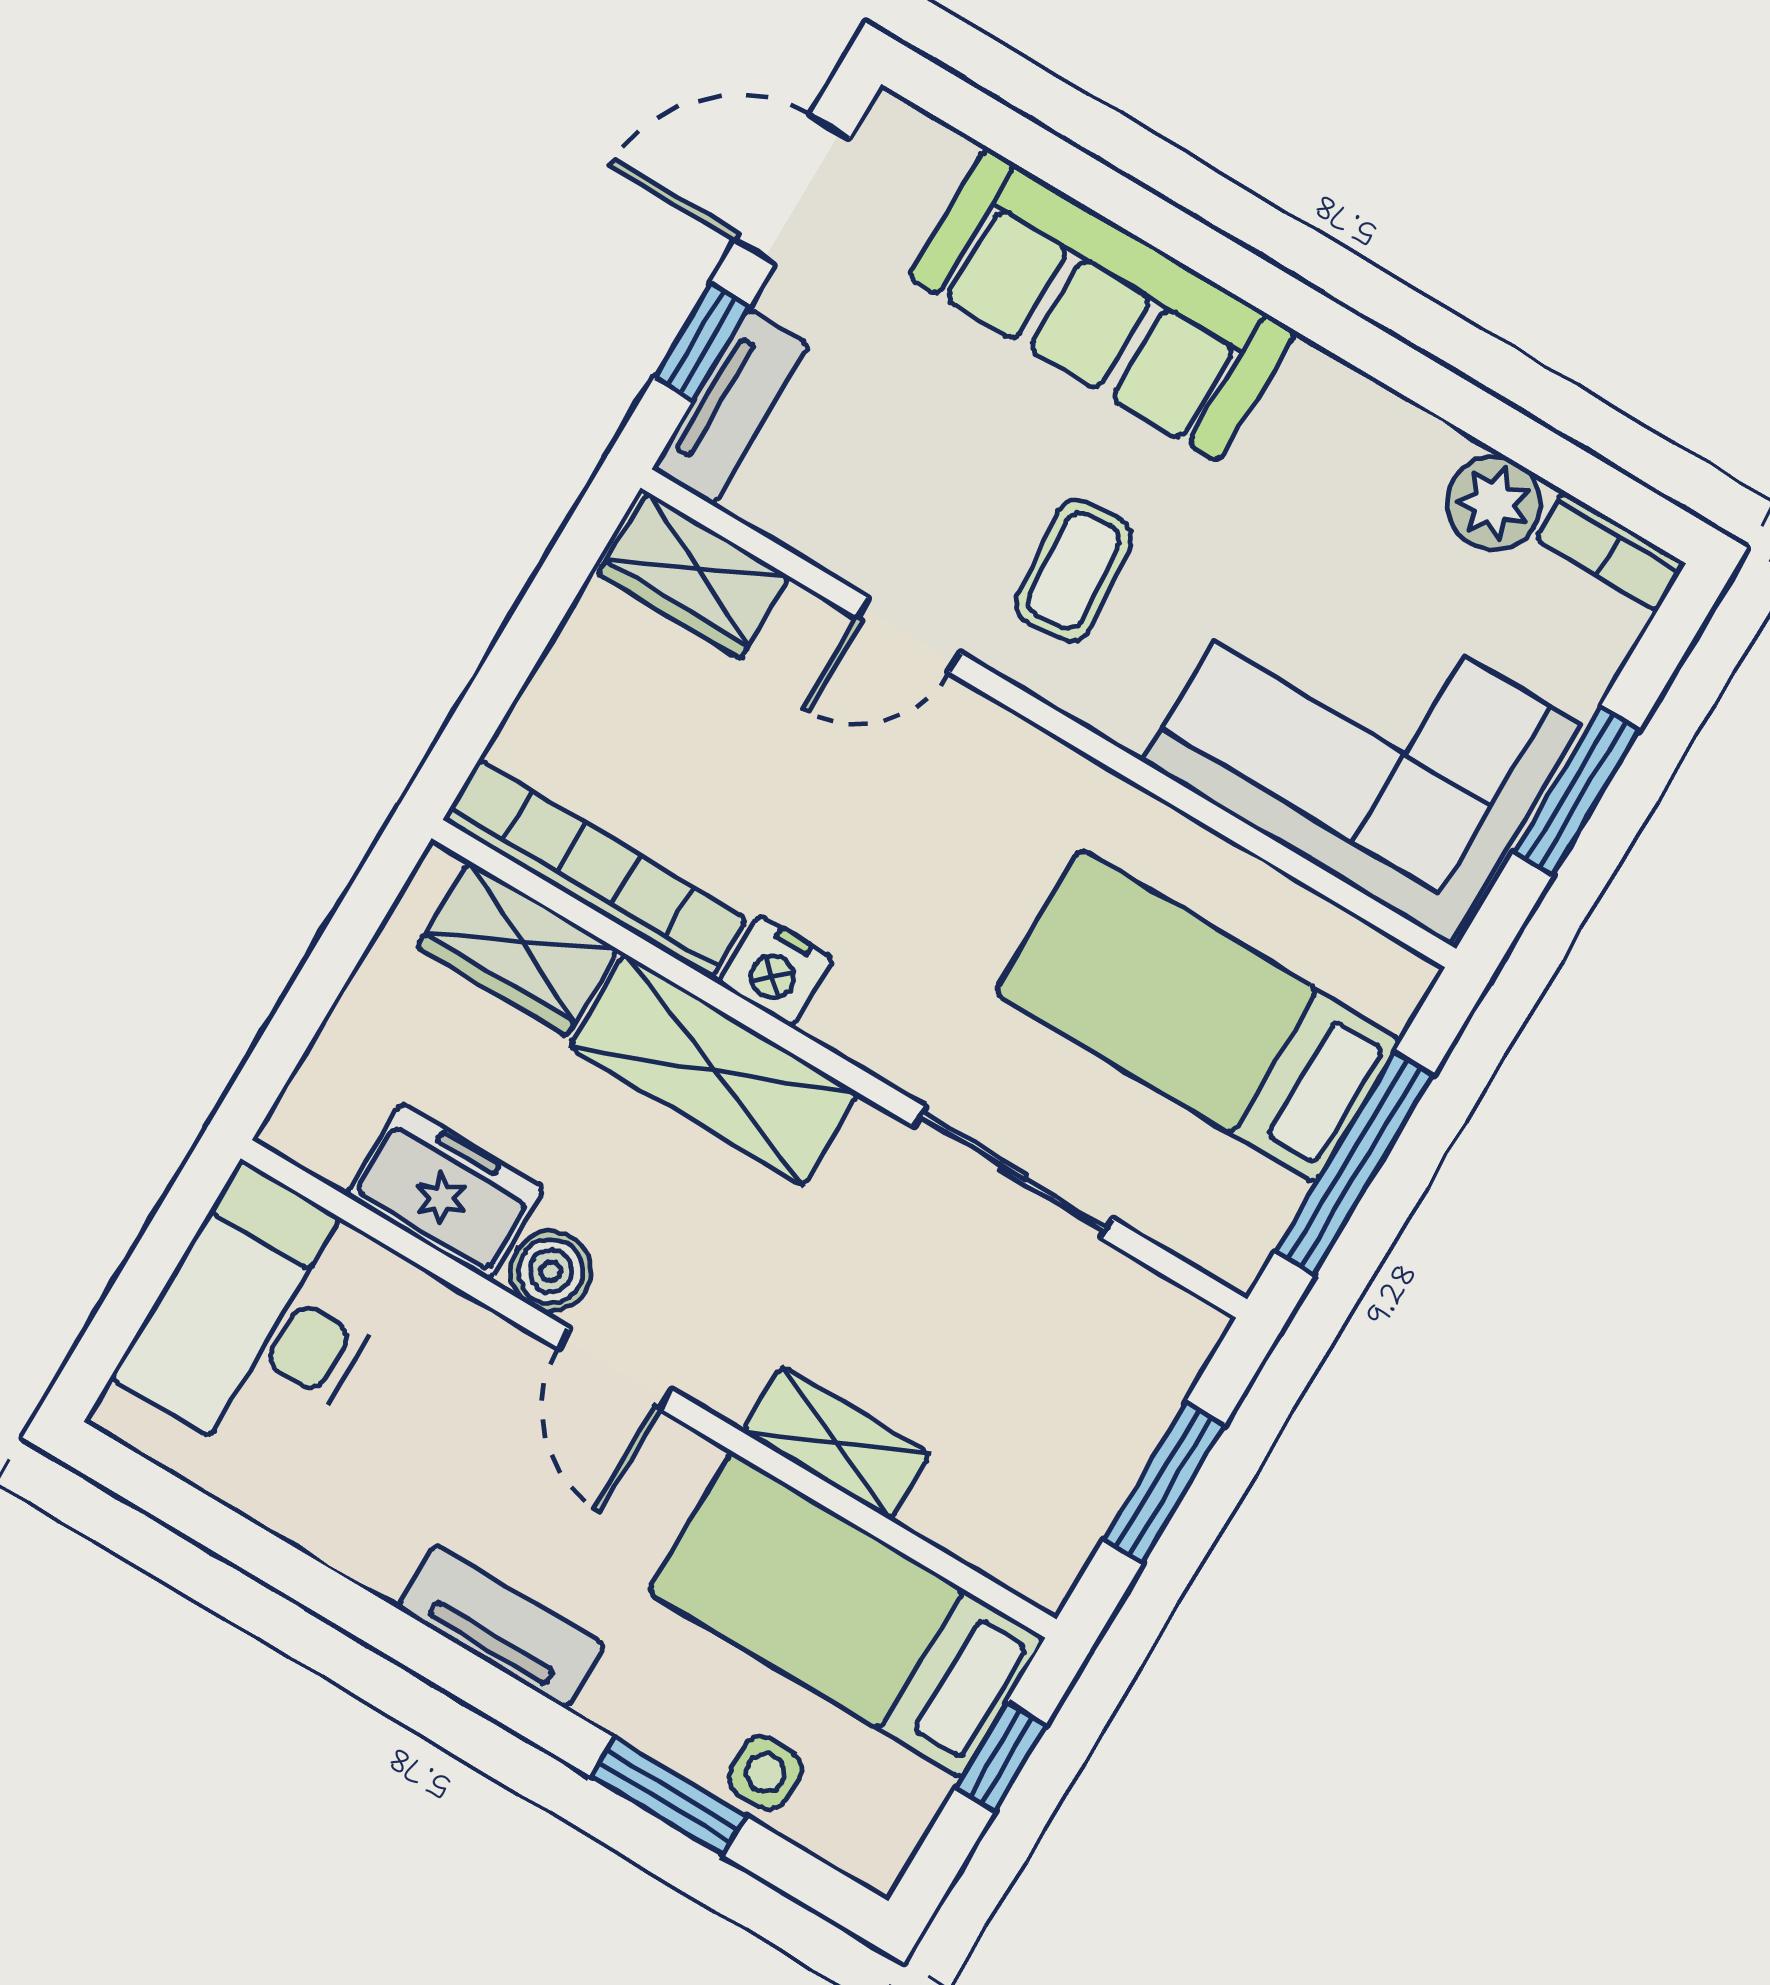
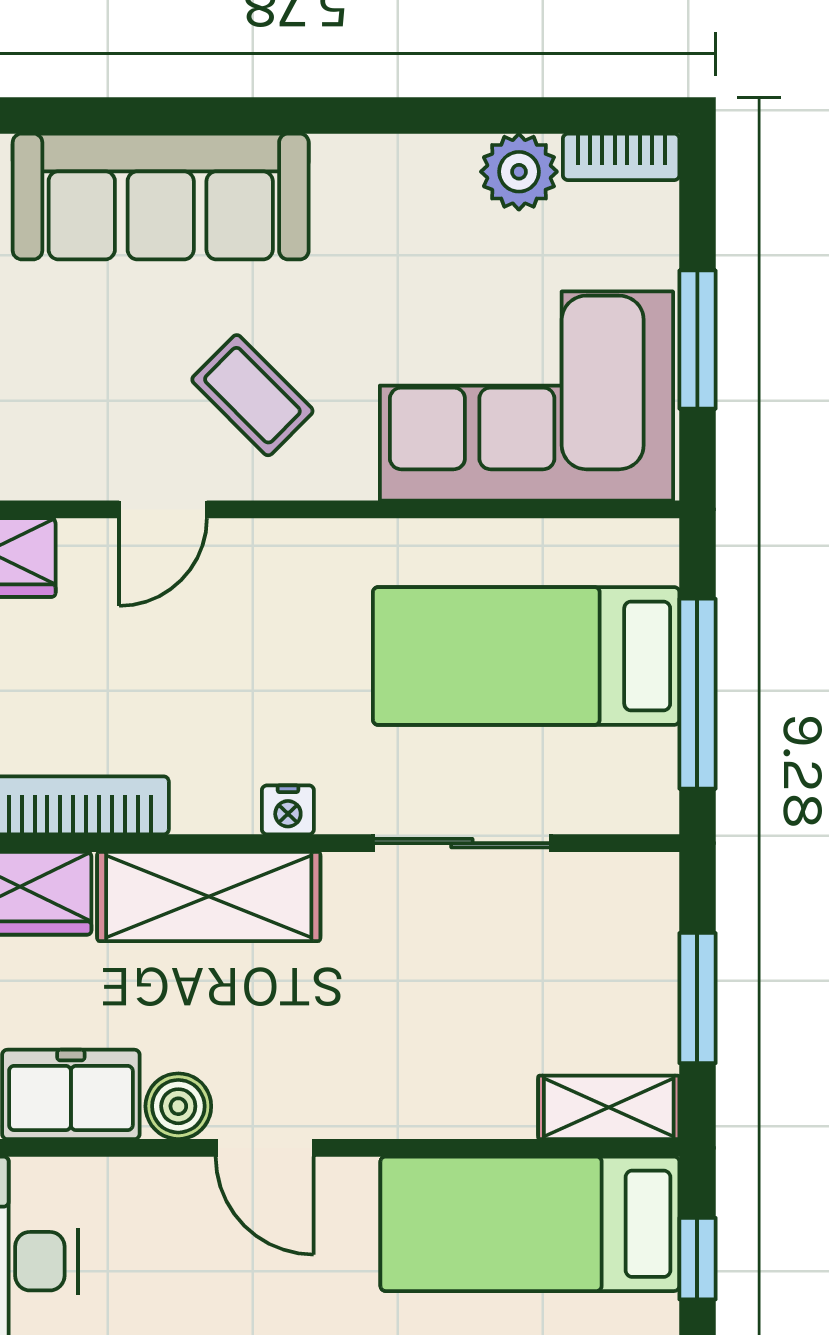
coffee table: (1074, 571) -> (252, 395), turned -40
nightstand: (776, 971) -> (288, 810), moved, width x0.72, depth x0.74
shelving: (836, 1443) -> (609, 1107), moved

